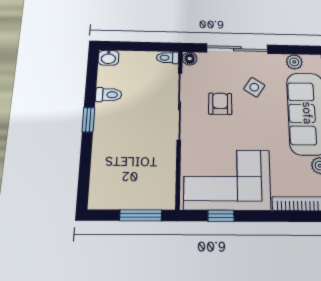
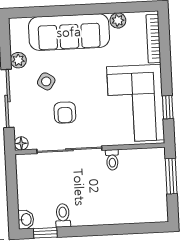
toilet: (168, 58) -> (112, 160), moved
plant: (294, 62) -> (18, 60), moved
armchair: (220, 104) -> (65, 113), turned -90
window: (88, 120) -> (45, 233), moved

